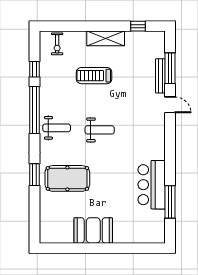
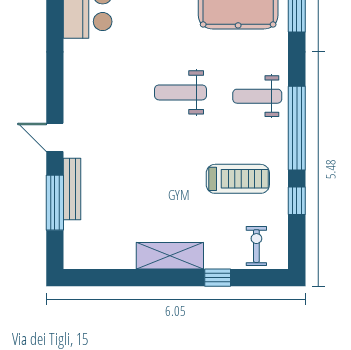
window: (138, 26) -> (218, 278), moved
treadmill: (94, 76) -> (238, 179), moved

